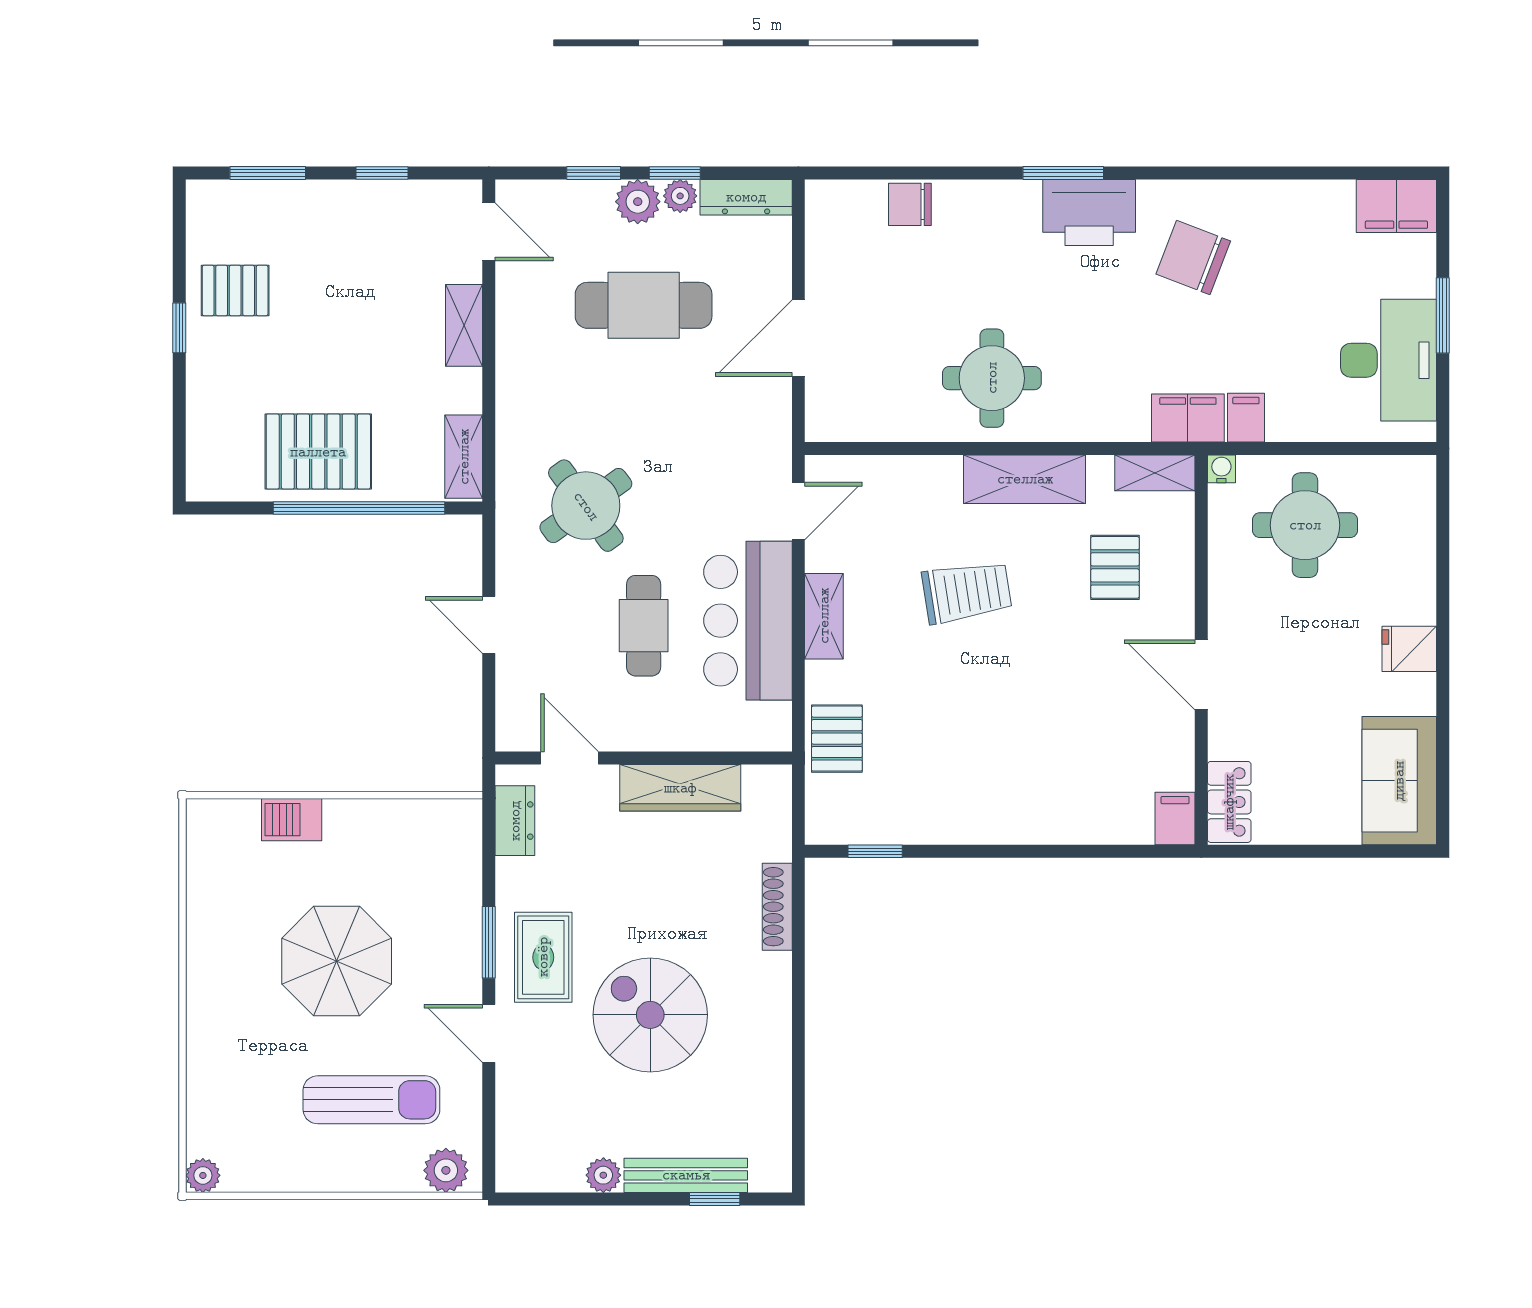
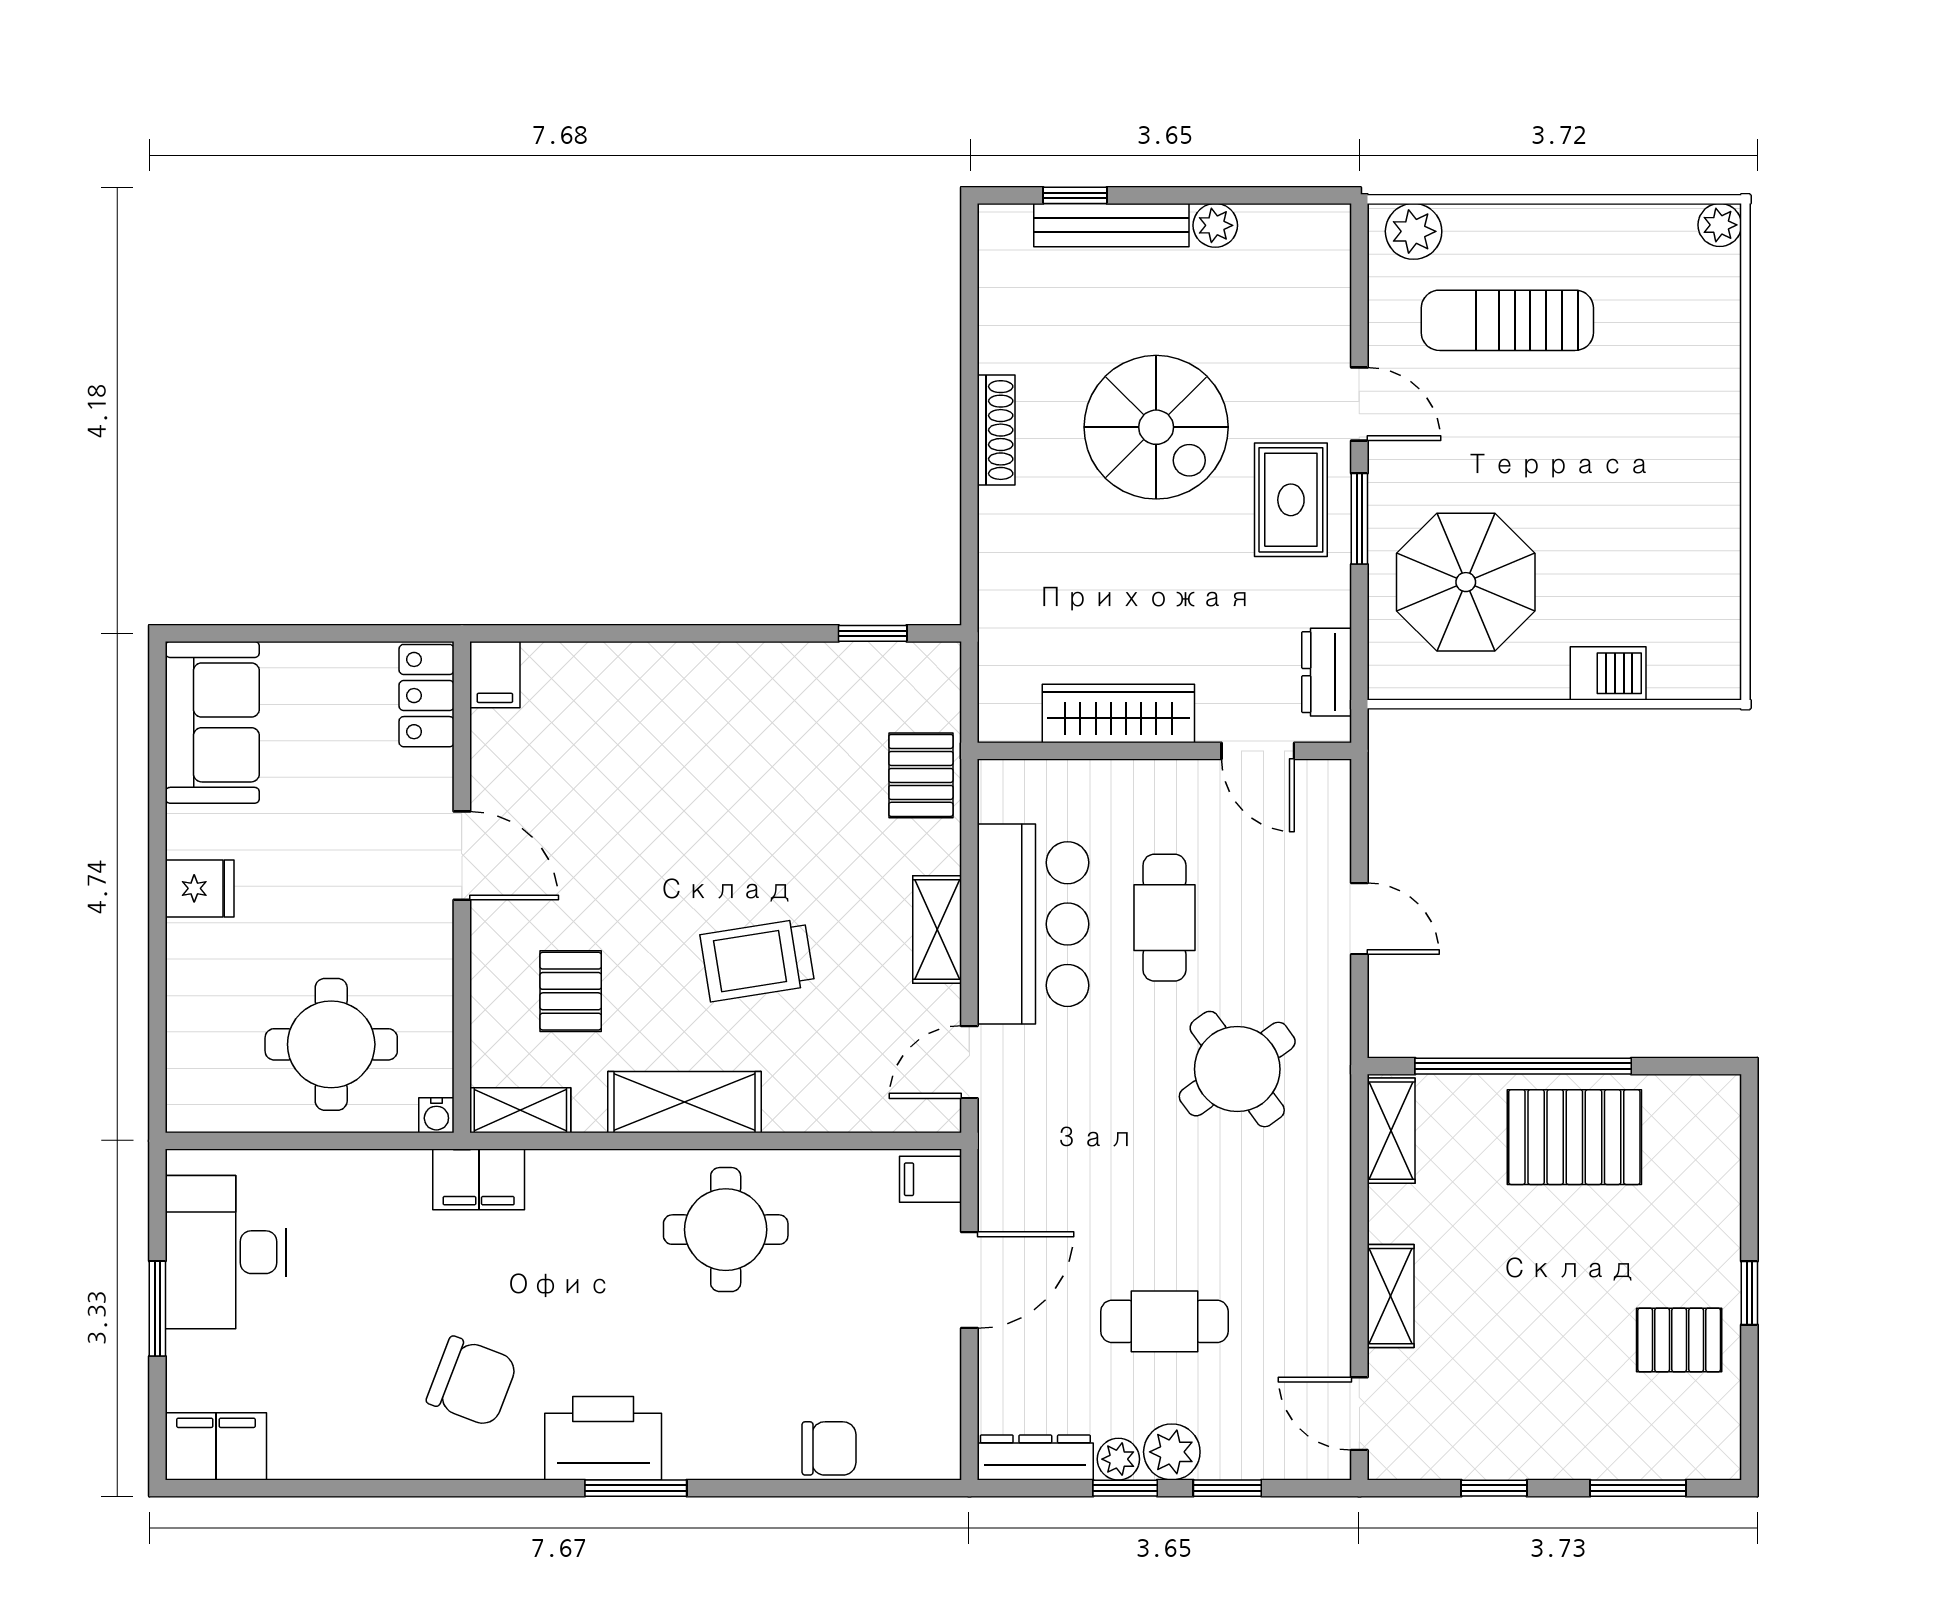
cafe table: (644, 305) -> (1164, 1321), width x0.73, depth x0.74
filing cabinet: (1246, 418) -> (931, 1179), moved, turned 90
shoe rack: (777, 907) -> (996, 430), moved
parasol: (337, 961) -> (1466, 582), moved

